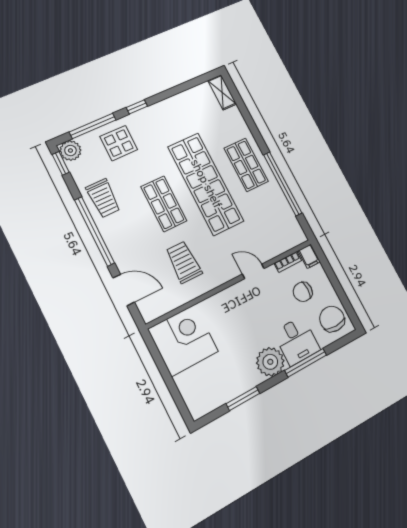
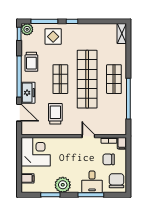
freezer: (122, 250) -> (28, 93), added
plant: (270, 362) -> (63, 185), moved
filing cabinet: (192, 392) -> (28, 178), added

